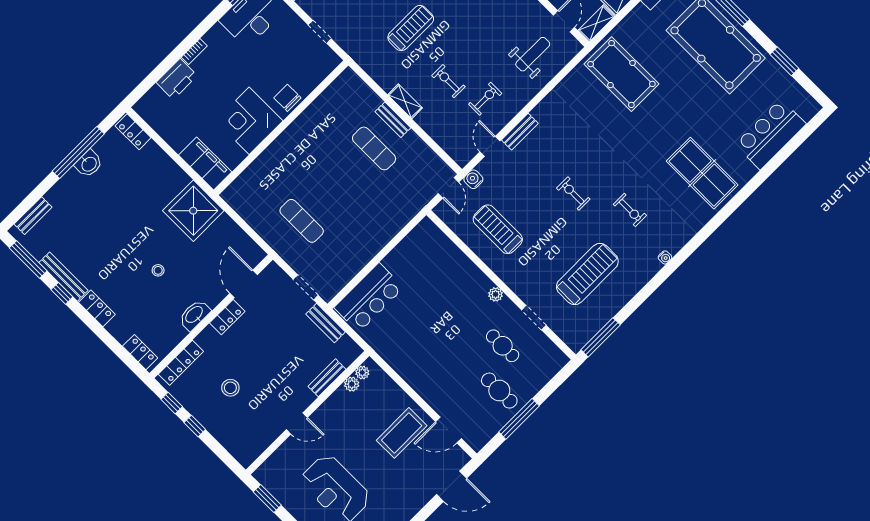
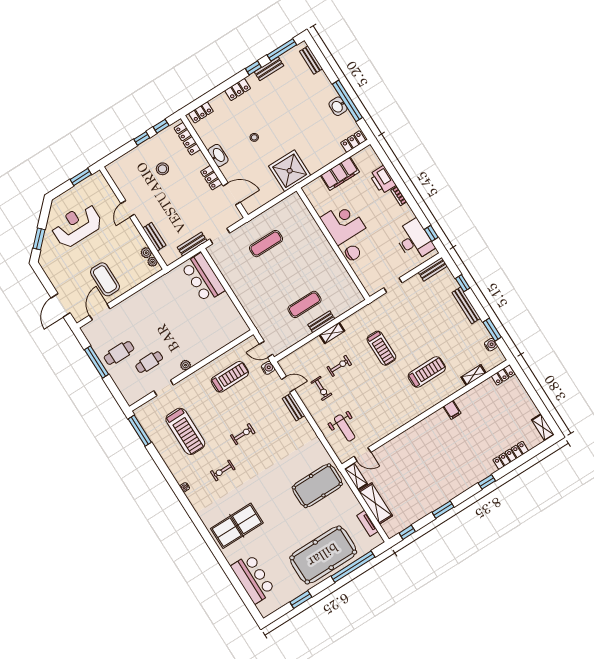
filing cabinet: (205, 164) -> (340, 174), moved
bench: (63, 277) -> (269, 69), width x0.73

